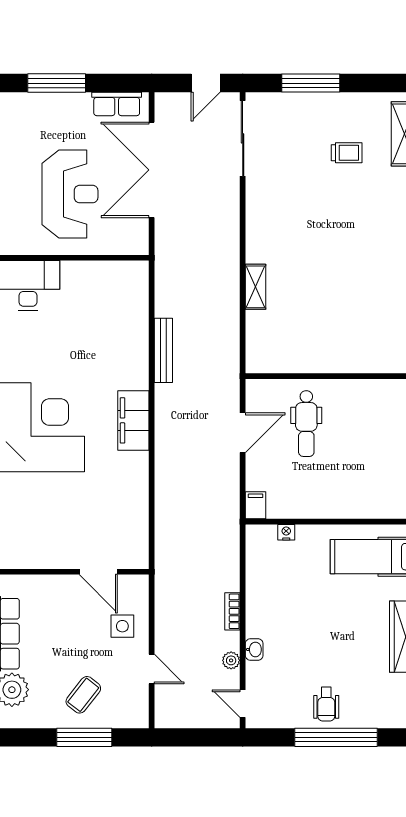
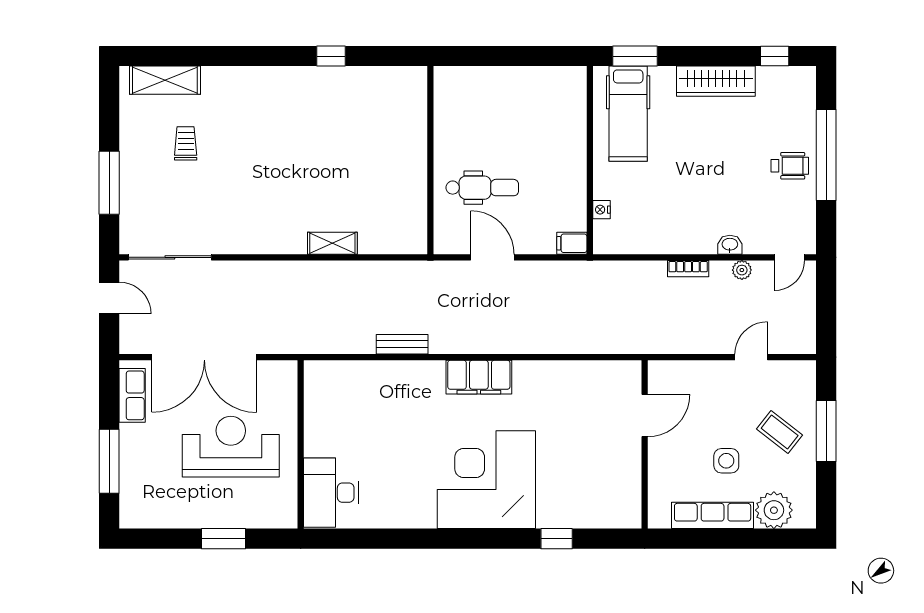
bench: (163, 350) -> (402, 344), width x0.73
side table: (122, 626) -> (726, 461), moved

